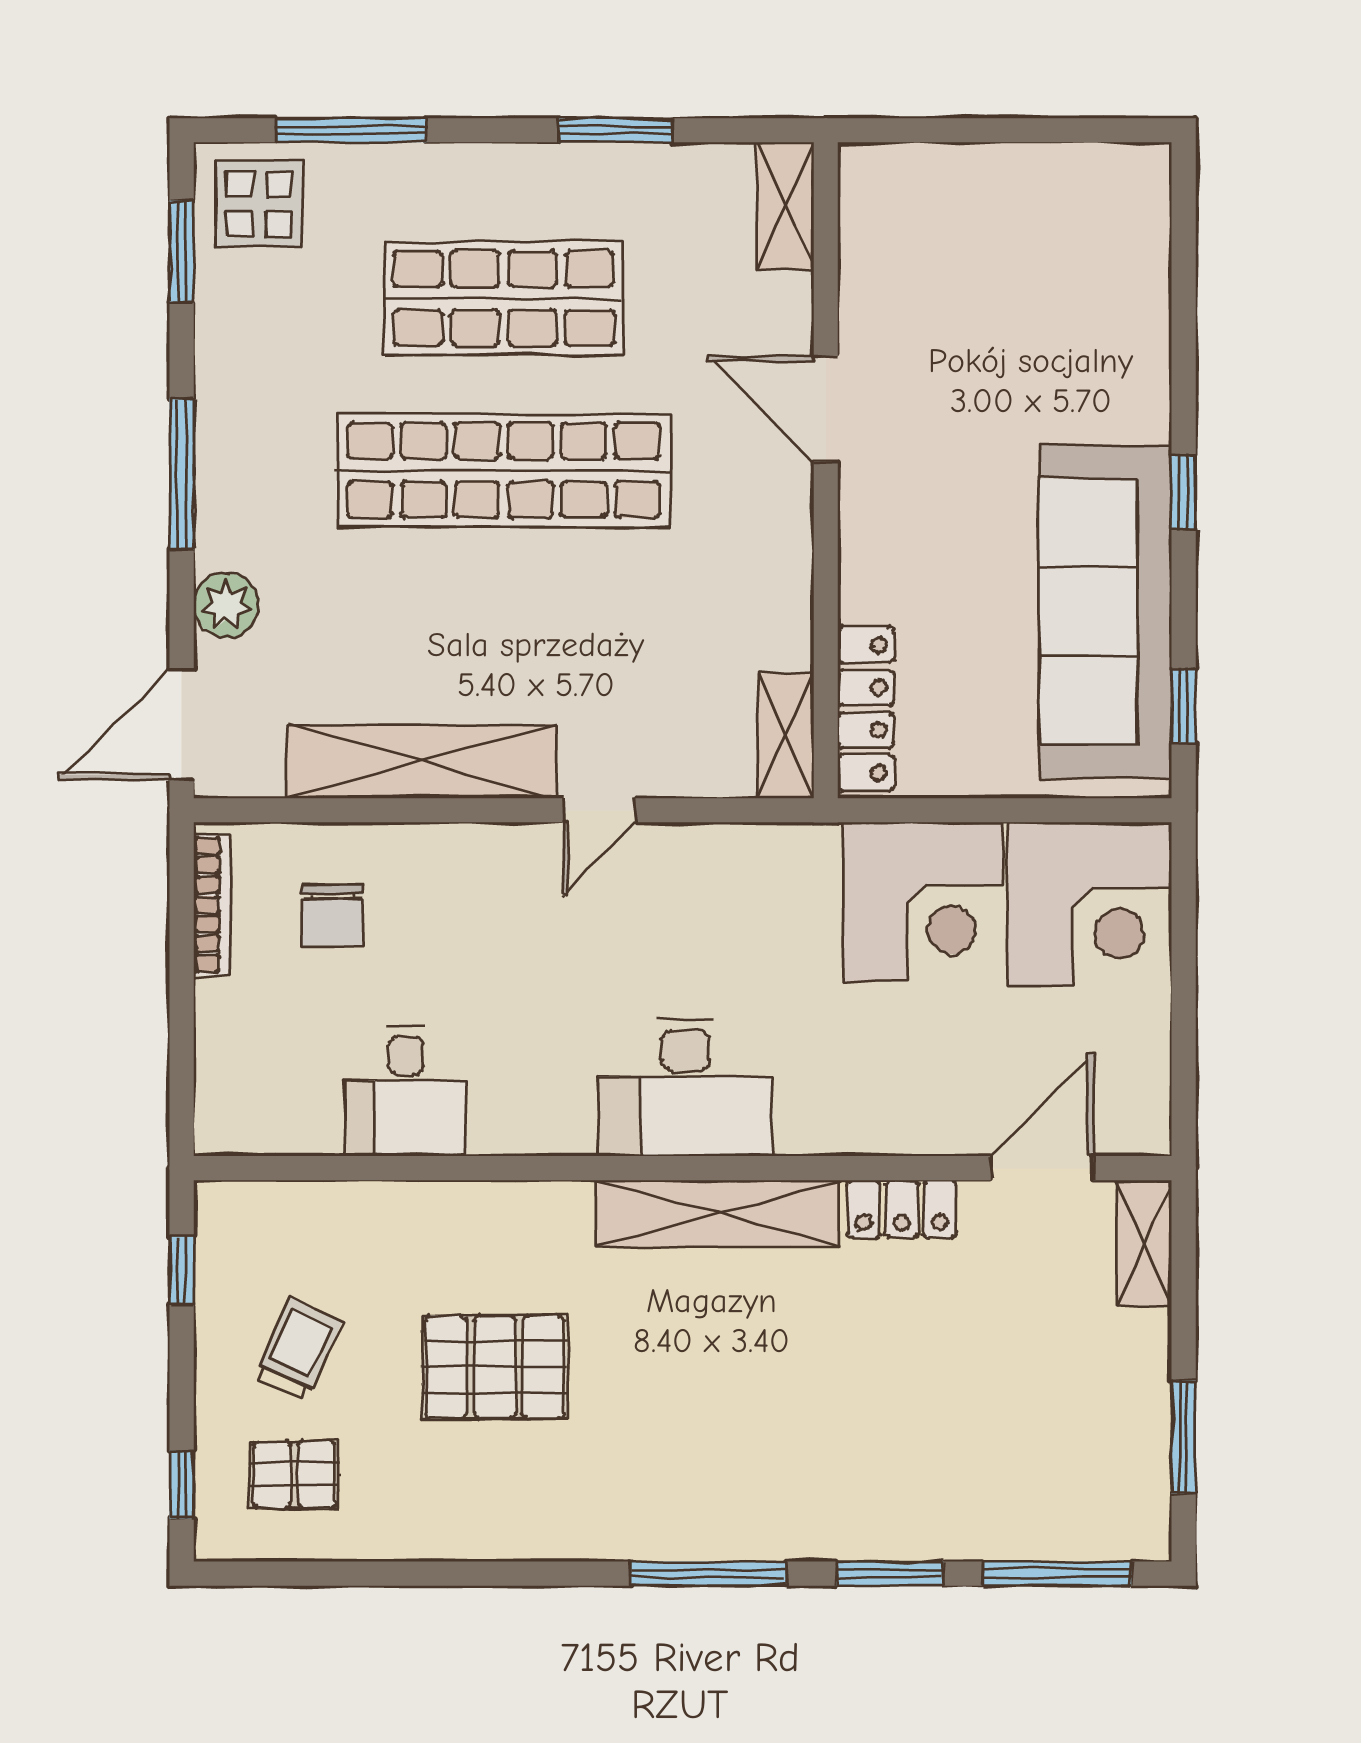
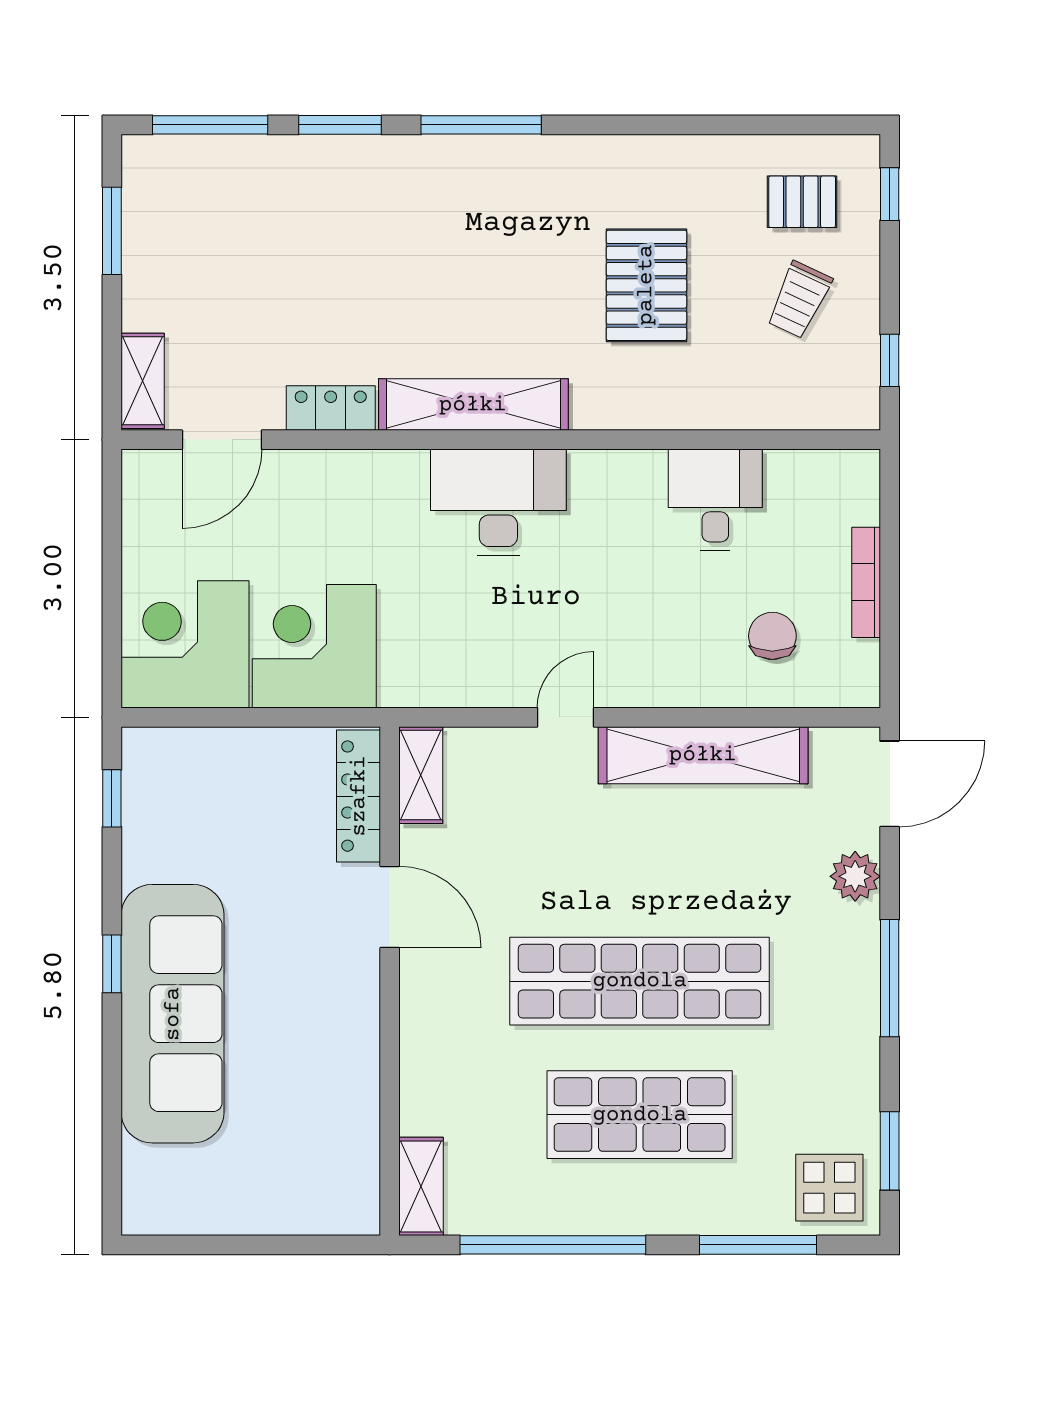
window: (615, 130) -> (553, 1245), width x2.11
door: (826, 409) -> (390, 907), moved
sofa: (1106, 612) -> (173, 1014), moved
bookcase: (212, 904) -> (866, 582), moved
pallet: (495, 1367) -> (646, 285), turned 90

